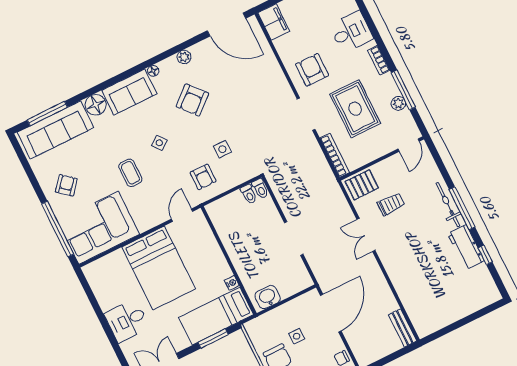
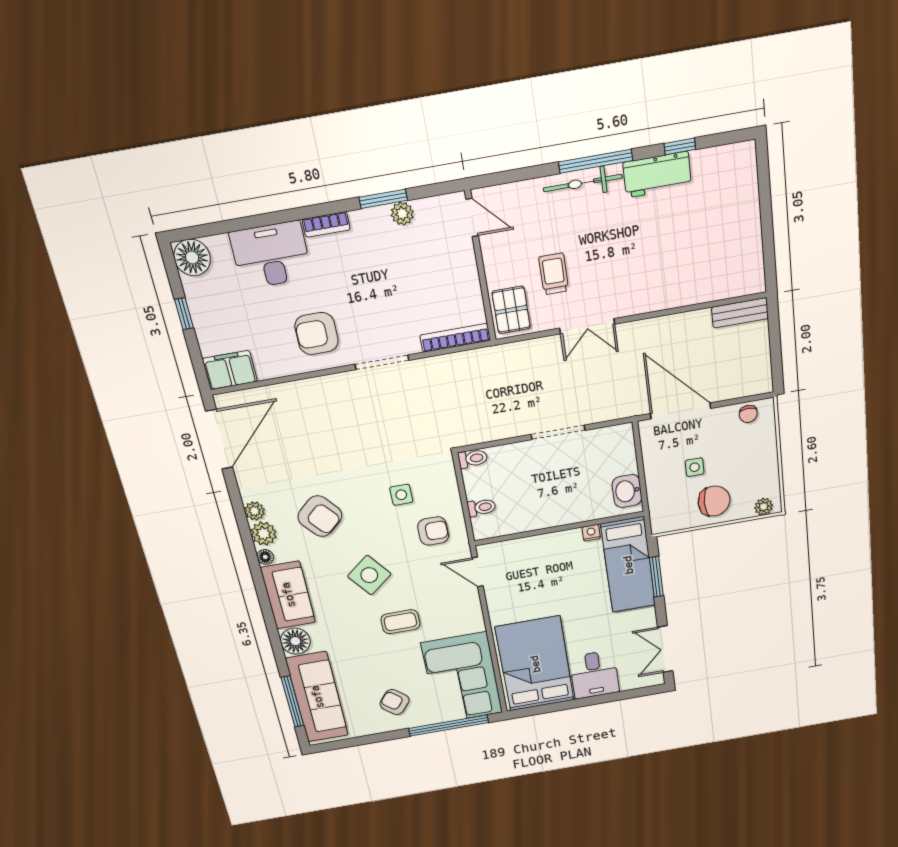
desk: (351, 32) -> (271, 255), width x1.37
plant: (170, 66) -> (264, 534), added
window: (403, 90) -> (383, 199), width x0.69
rug: (355, 109) -> (393, 285), removed
side table: (159, 143) -> (369, 575), width x1.87, depth x1.87
toilet: (249, 194) -> (482, 507), moved
bed: (159, 268) -> (535, 664), moved, turned -90

